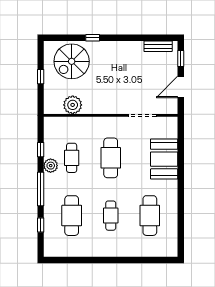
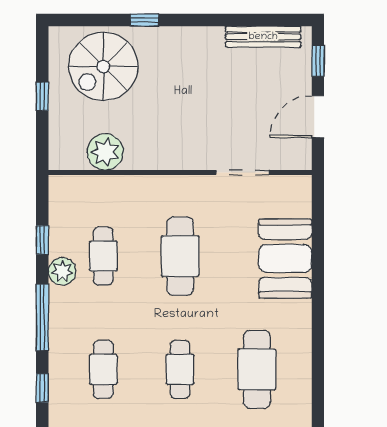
bench: (158, 46) -> (263, 37), width x1.36
cafe table: (72, 216) -> (103, 369), width x0.73, depth x0.74

